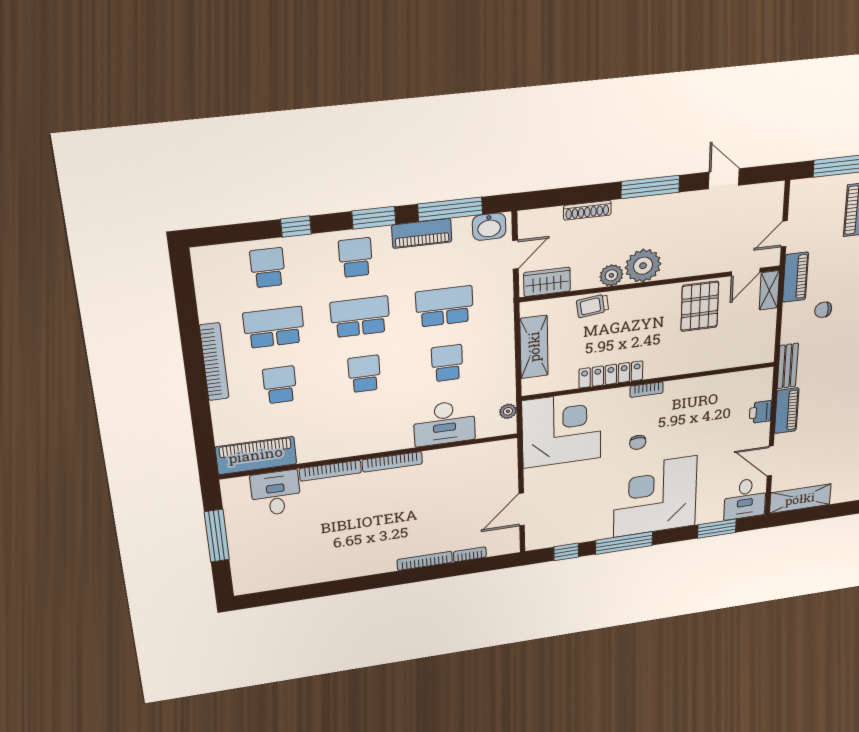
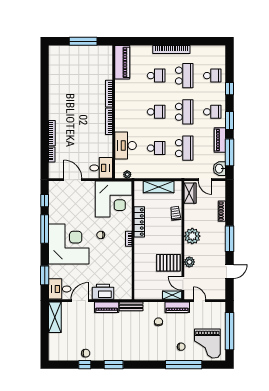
plant: (611, 275) -> (189, 262), moved
printer: (760, 412) -> (103, 292), width x1.87, depth x1.48
desk: (276, 493) -> (101, 168), moved

